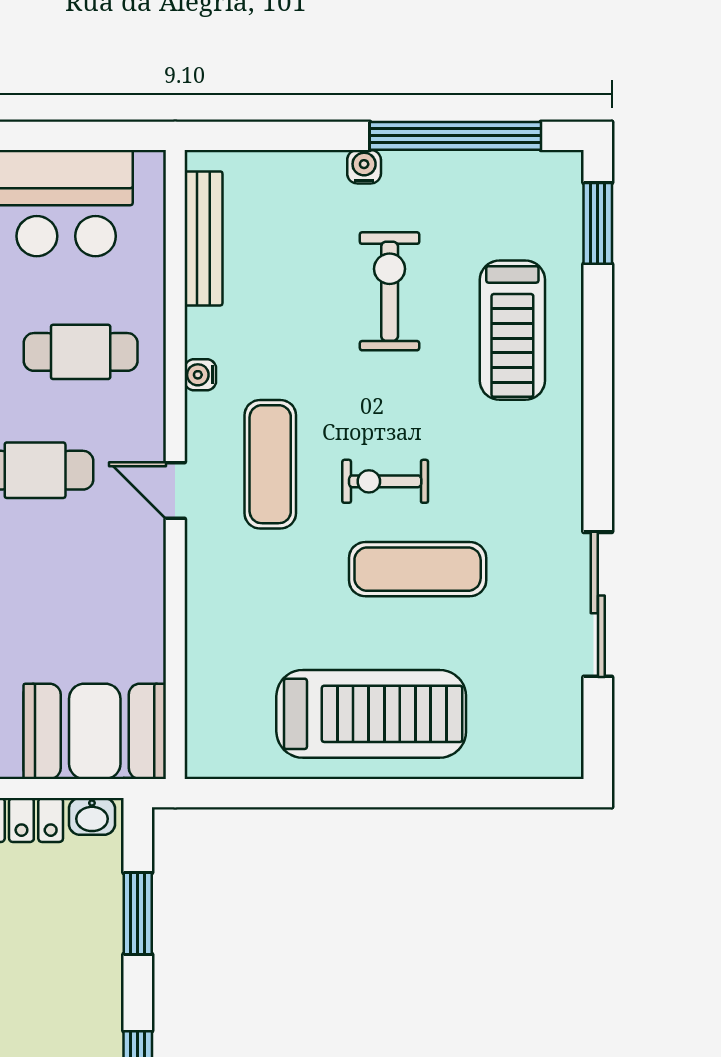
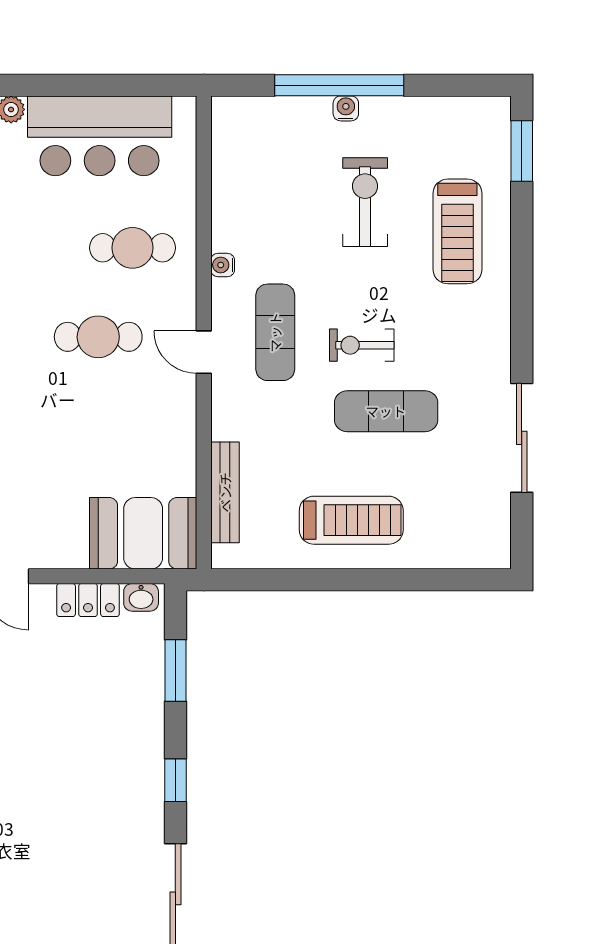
window: (455, 136) -> (339, 85), moved
bench: (203, 238) -> (225, 492), moved
treadmill: (371, 714) -> (351, 520), width x0.73, depth x0.73

